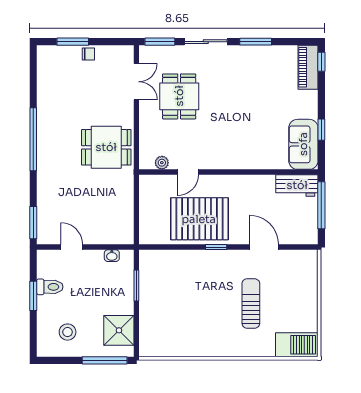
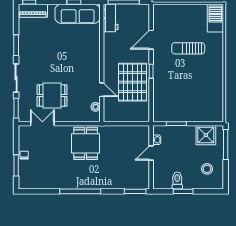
sofa: (303, 144) -> (78, 14), width x1.36
door: (72, 247) -> (151, 153), moved

